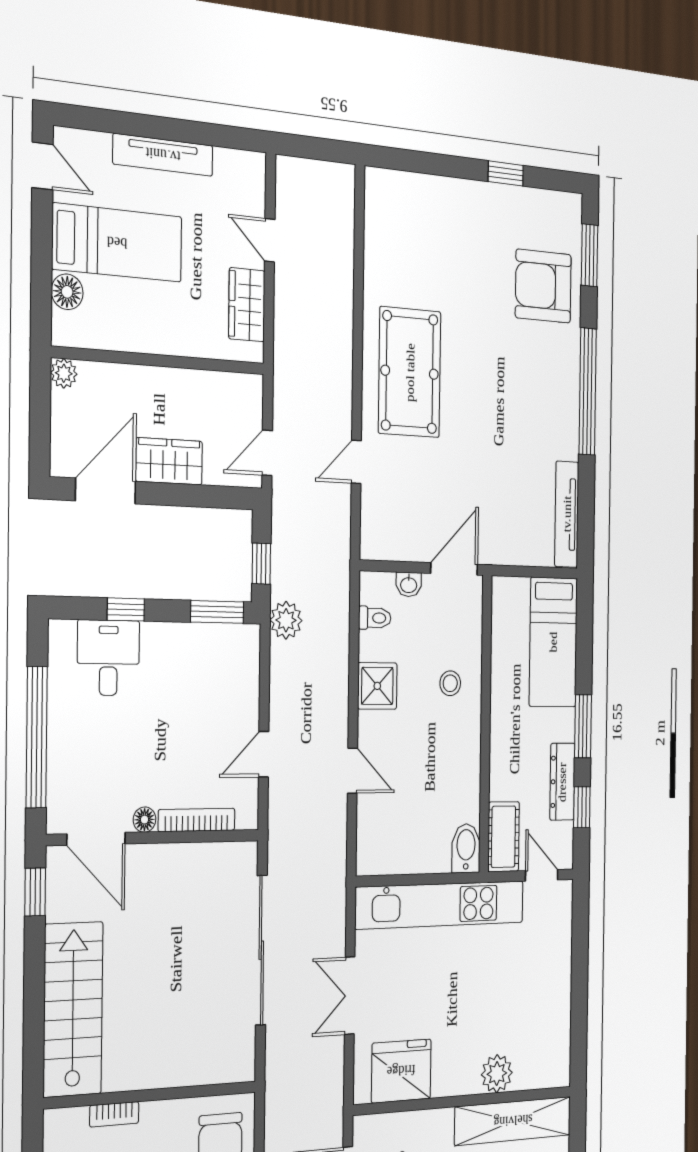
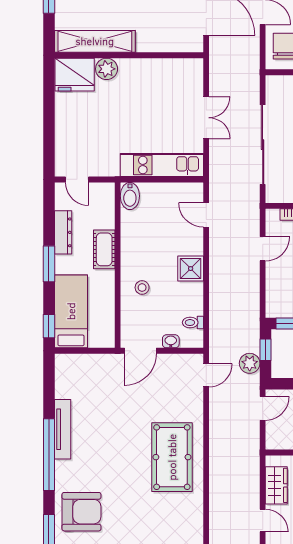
door: (356, 462) -> (206, 375), moved
tv unit: (567, 514) -> (63, 429), moved
plant: (286, 620) -> (250, 363), moved
shower: (377, 686) -> (191, 269), moved
door: (352, 771) -> (206, 215), moved
window: (582, 807) -> (49, 326), moved
cot: (503, 837) -> (104, 249), moved
kitchen unit: (440, 905) -> (162, 165), width x0.73
fridge: (401, 1071) -> (75, 75), moved

